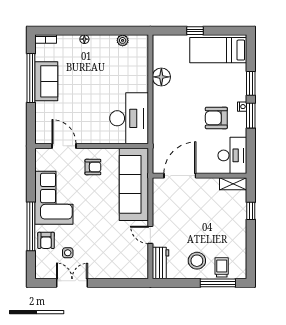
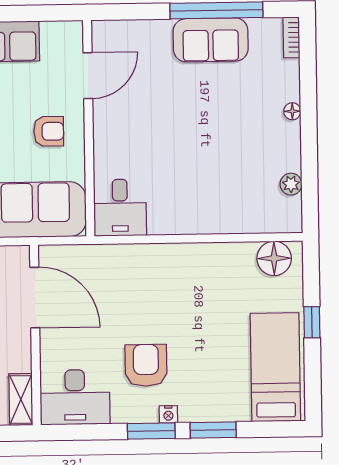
floor lamp: (161, 77) -> (274, 258), moved
desk: (129, 118) -> (120, 208), width x0.53, depth x0.77
armchair: (93, 167) -> (49, 131), turned -90

